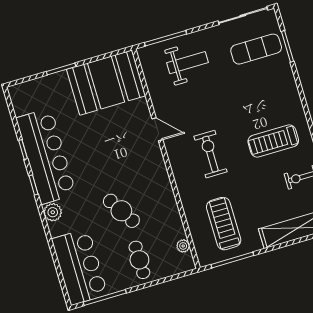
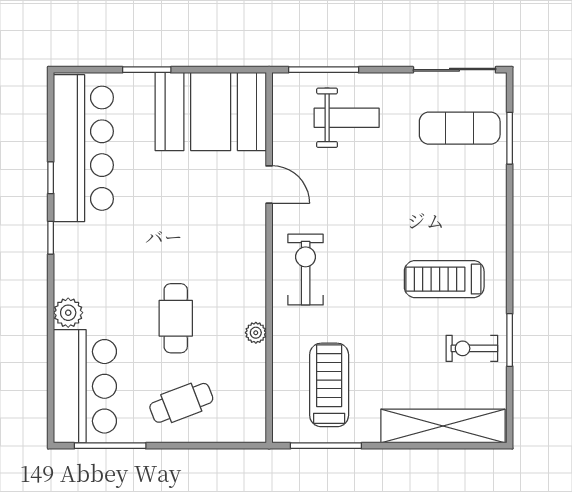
door: (157, 129) -> (269, 185), moved
exercise bike: (210, 154) -> (306, 270), moved
bar counter: (46, 156) -> (83, 148), moved
cafe table: (121, 211) -> (176, 318), turned 32
plant: (53, 212) -> (68, 313), moved
plant: (183, 246) -> (256, 333), moved
cafe table: (139, 260) -> (181, 403), turned 69

